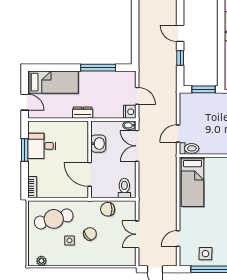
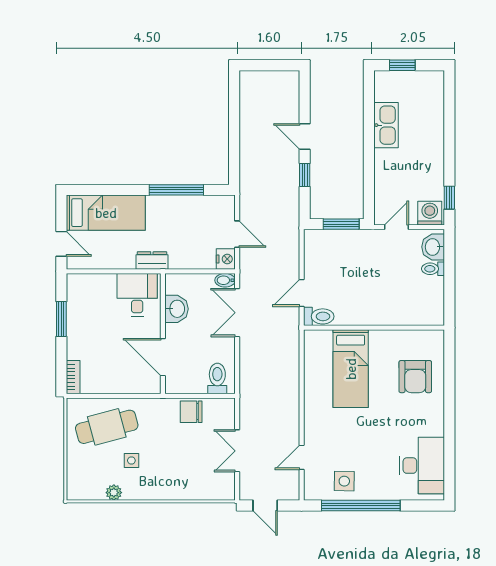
desk: (42, 146) -> (137, 295), moved, turned 90
bed: (192, 182) -> (351, 369), moved
chair: (90, 234) -> (163, 450), removed
plant: (41, 261) -> (114, 493), moved

